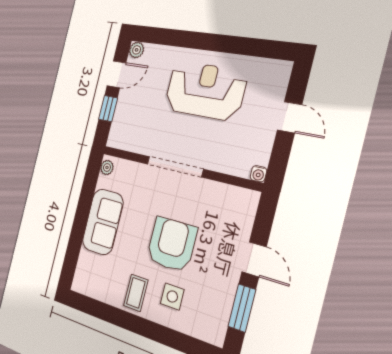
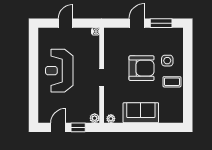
plant: (137, 50) -> (95, 118), moved
door: (116, 74) -> (58, 127), hinge flipped
doorway: (175, 167) -> (102, 77), width x0.53
armchair: (172, 244) -> (142, 68), turned 180

